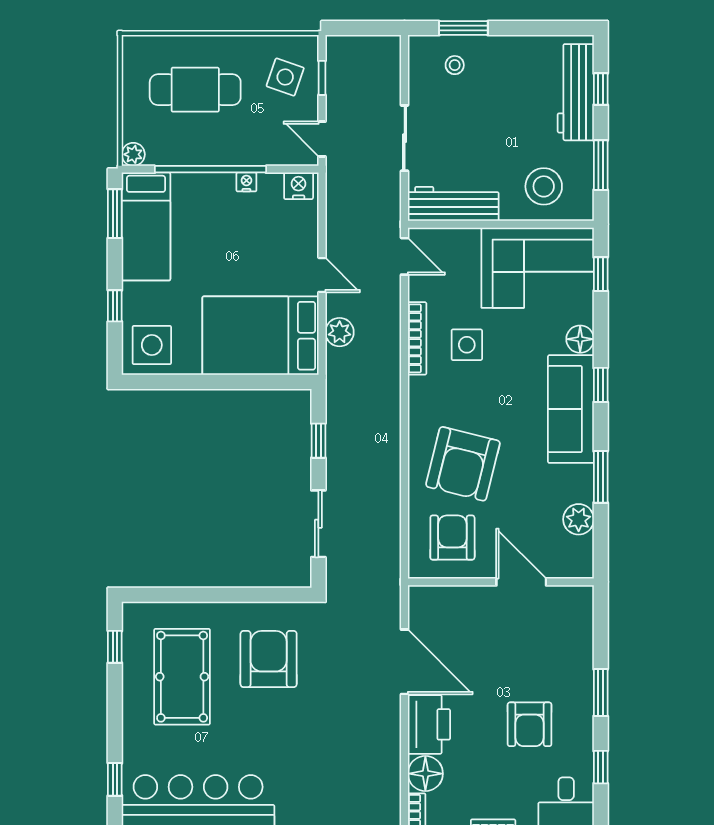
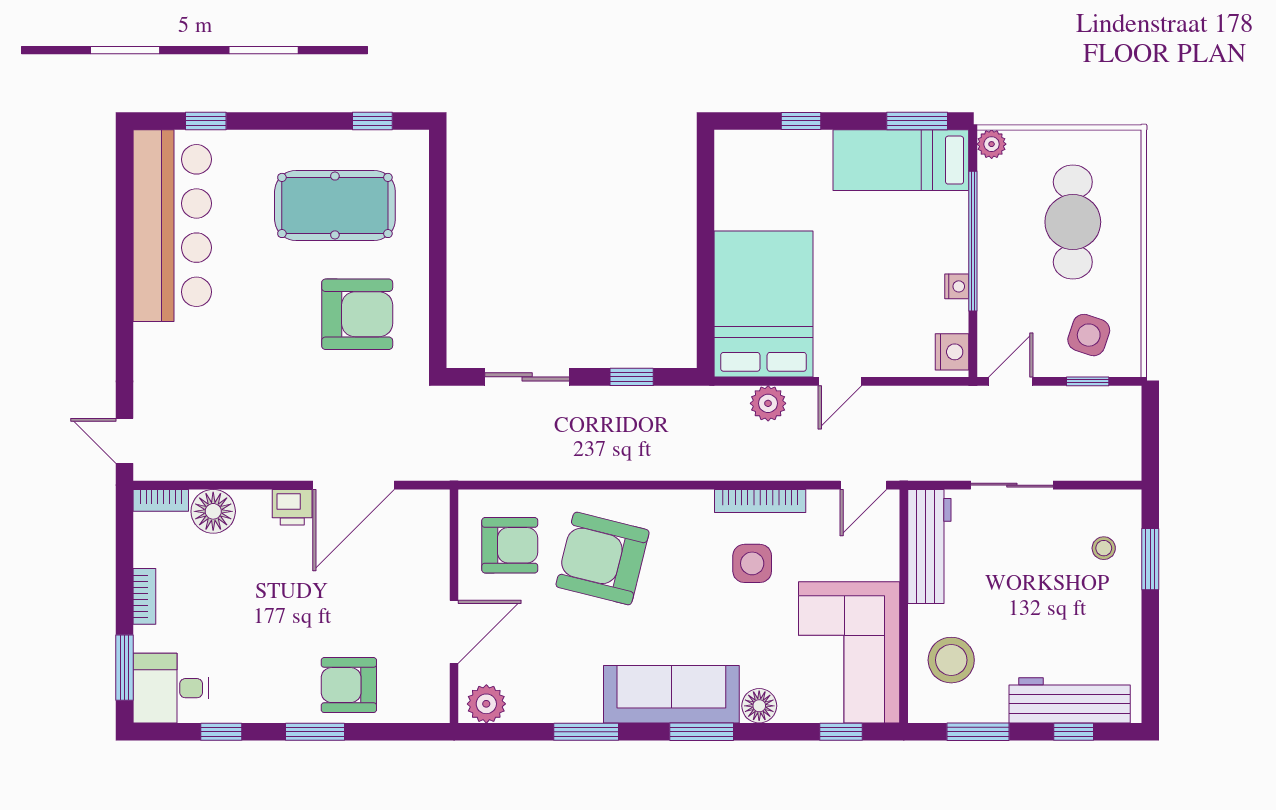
side table: (152, 345) -> (752, 167), removed
window: (601, 385) -> (702, 732), width x1.50
plant: (579, 519) -> (486, 704), moved
printer: (429, 724) -> (292, 507), width x0.53, depth x0.68
armchair: (530, 724) -> (349, 685), moved

